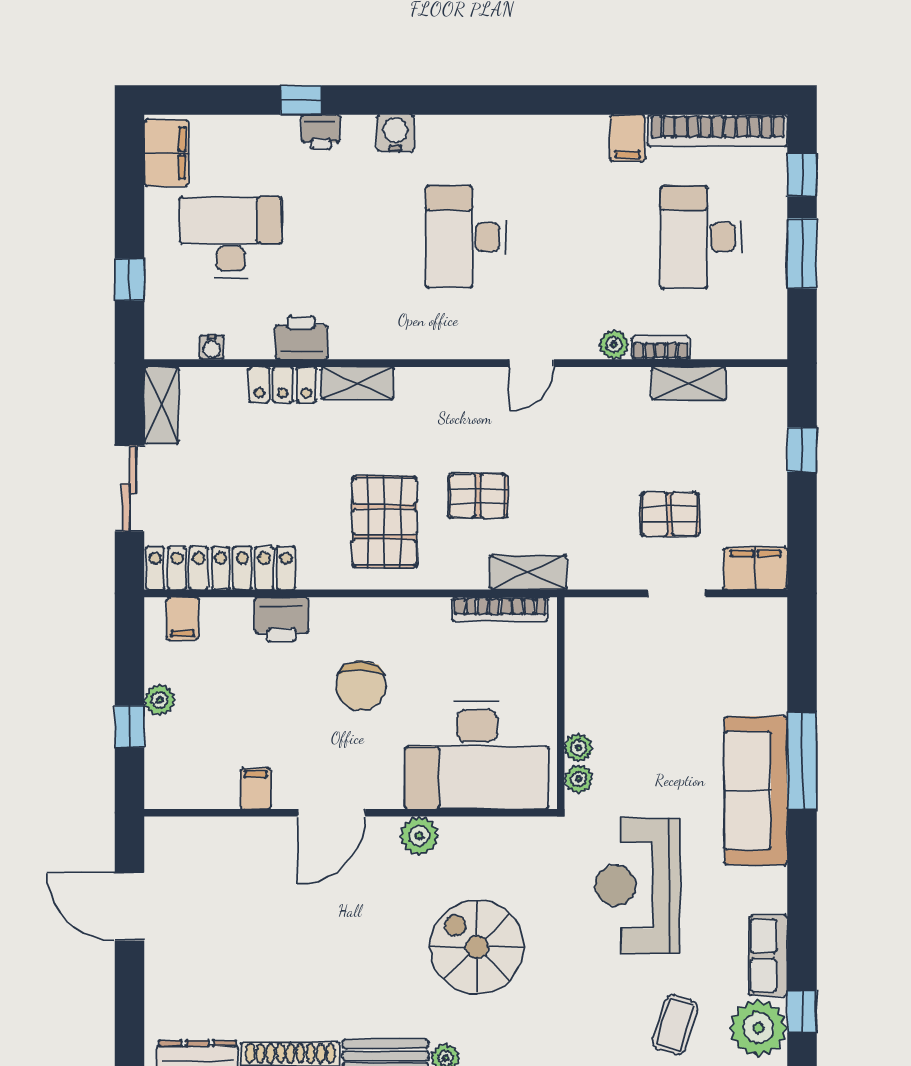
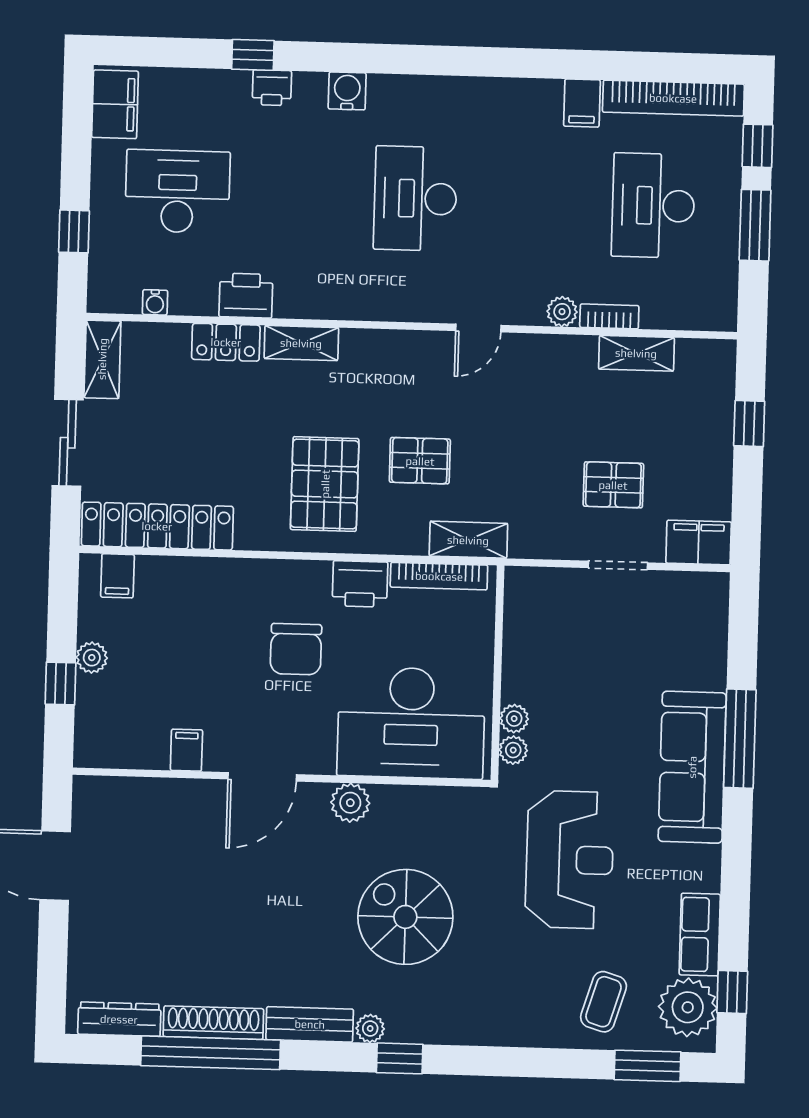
printer: (282, 619) -> (360, 584), moved
reception desk: (637, 886) -> (570, 860), turned 180

